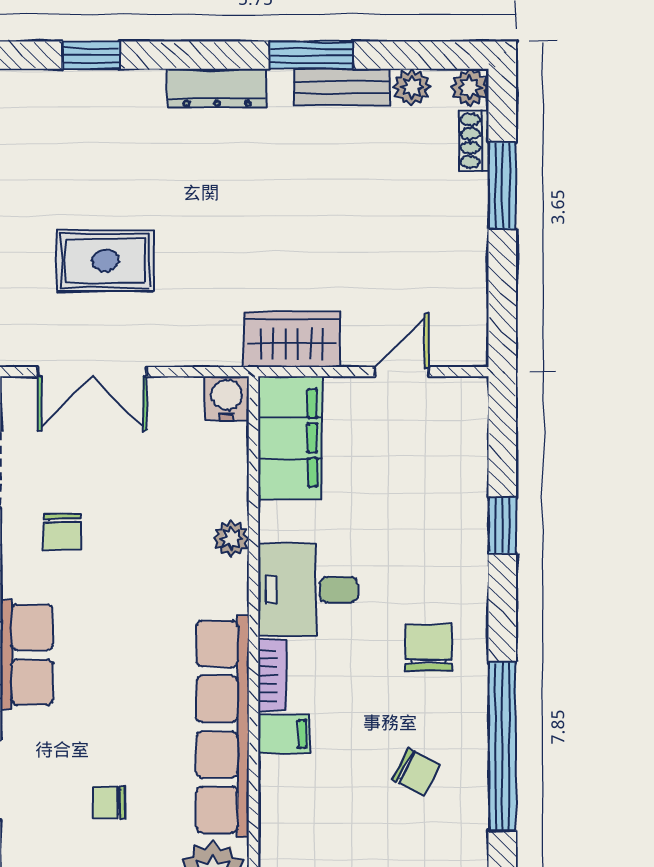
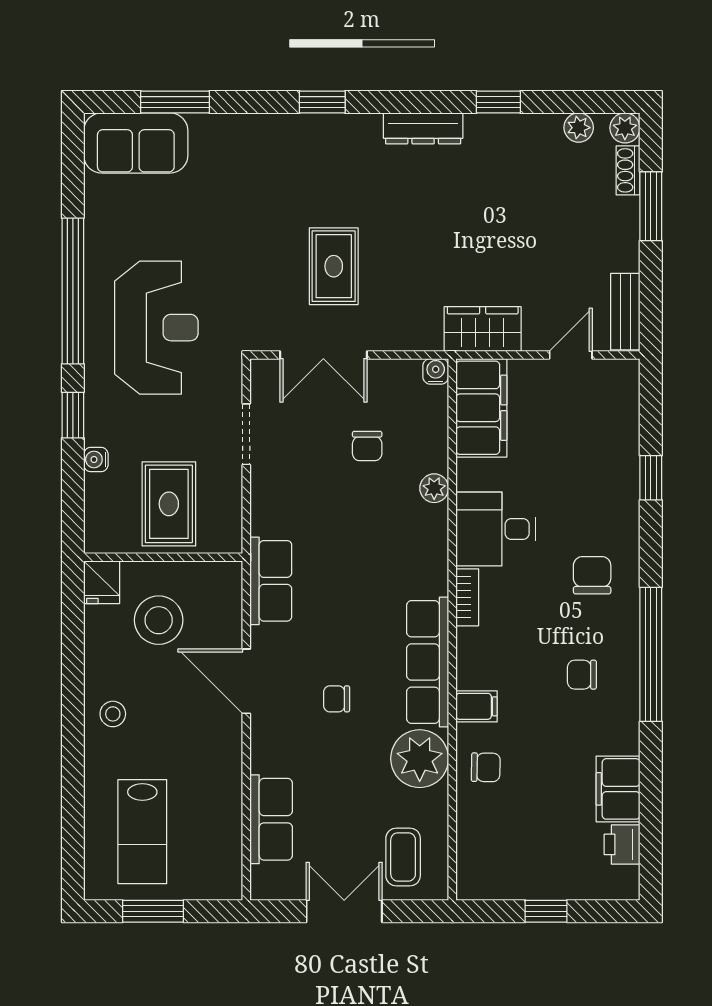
window: (311, 55) -> (498, 102), width x0.67
bench: (342, 87) -> (625, 312), moved, turned 90
rug: (105, 261) -> (334, 266), turned 90
water cooler: (227, 398) -> (436, 371), width x0.72, depth x0.72
chair: (62, 532) -> (367, 446), moved
row of seats: (223, 727) -> (428, 662), width x0.73
filing cabinet: (284, 734) -> (476, 706), moved
chair: (416, 772) -> (582, 675), turned 153

